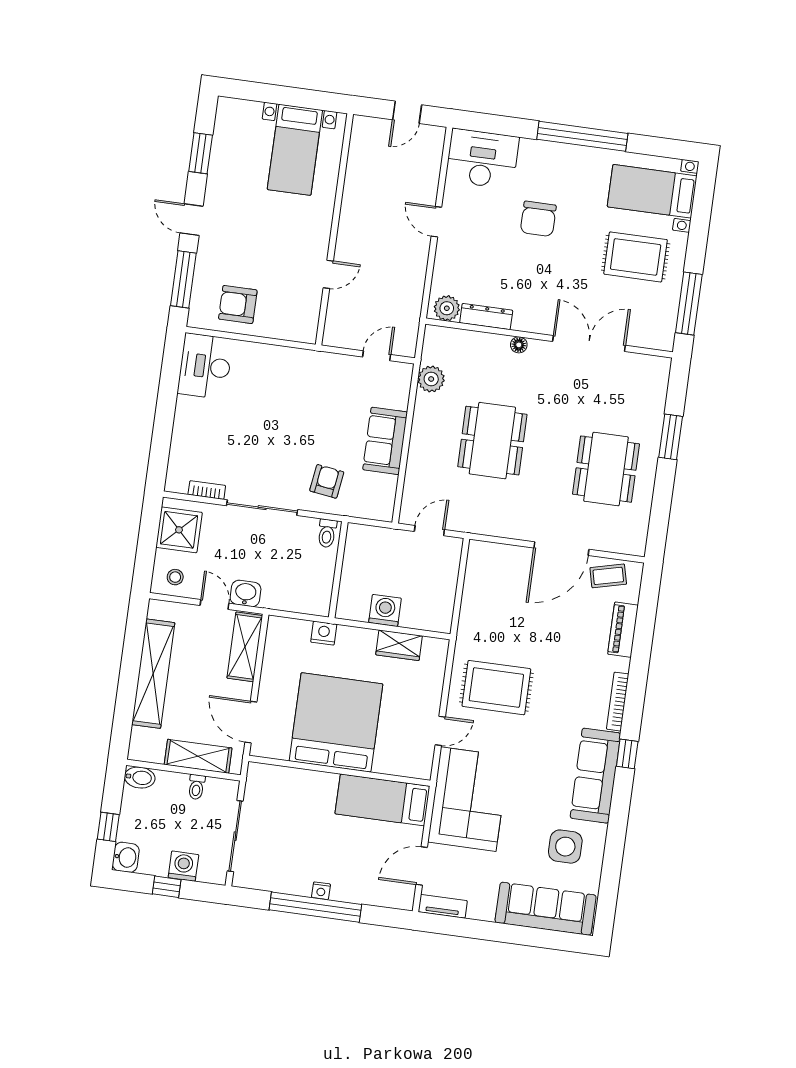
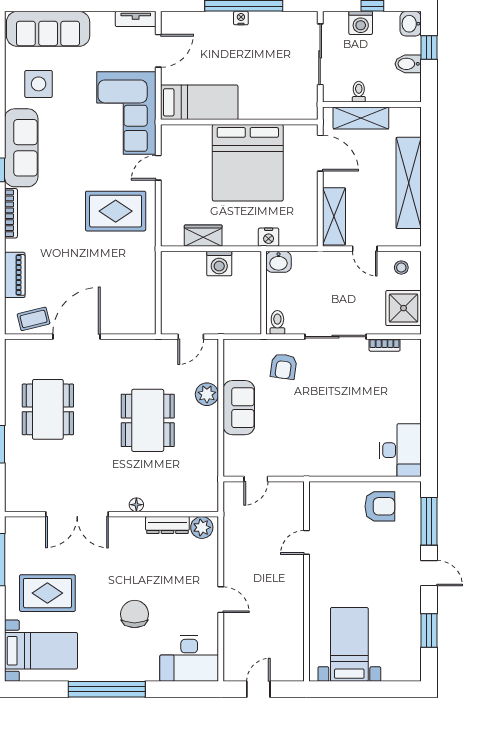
plant: (431, 379) -> (207, 394), moved
washbasin: (246, 593) -> (279, 262), moved
bidet: (140, 778) -> (408, 64), moved

